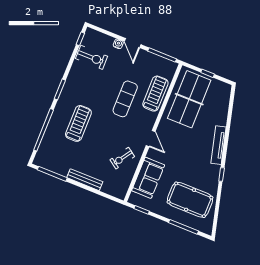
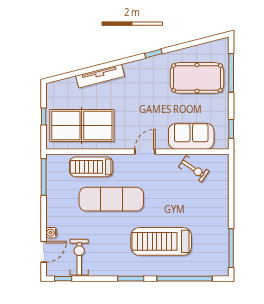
door: (133, 43) -> (44, 252), moved
exercise mat: (125, 99) -> (111, 199), width x1.36, depth x1.45
treadmill: (78, 123) -> (161, 241), width x1.37, depth x1.38
tv unit: (218, 145) -> (100, 76), moved
exercise bike: (122, 158) -> (194, 169), moved
bench: (85, 180) -> (223, 208), removed
pool table: (190, 200) -> (197, 78), turned 90

